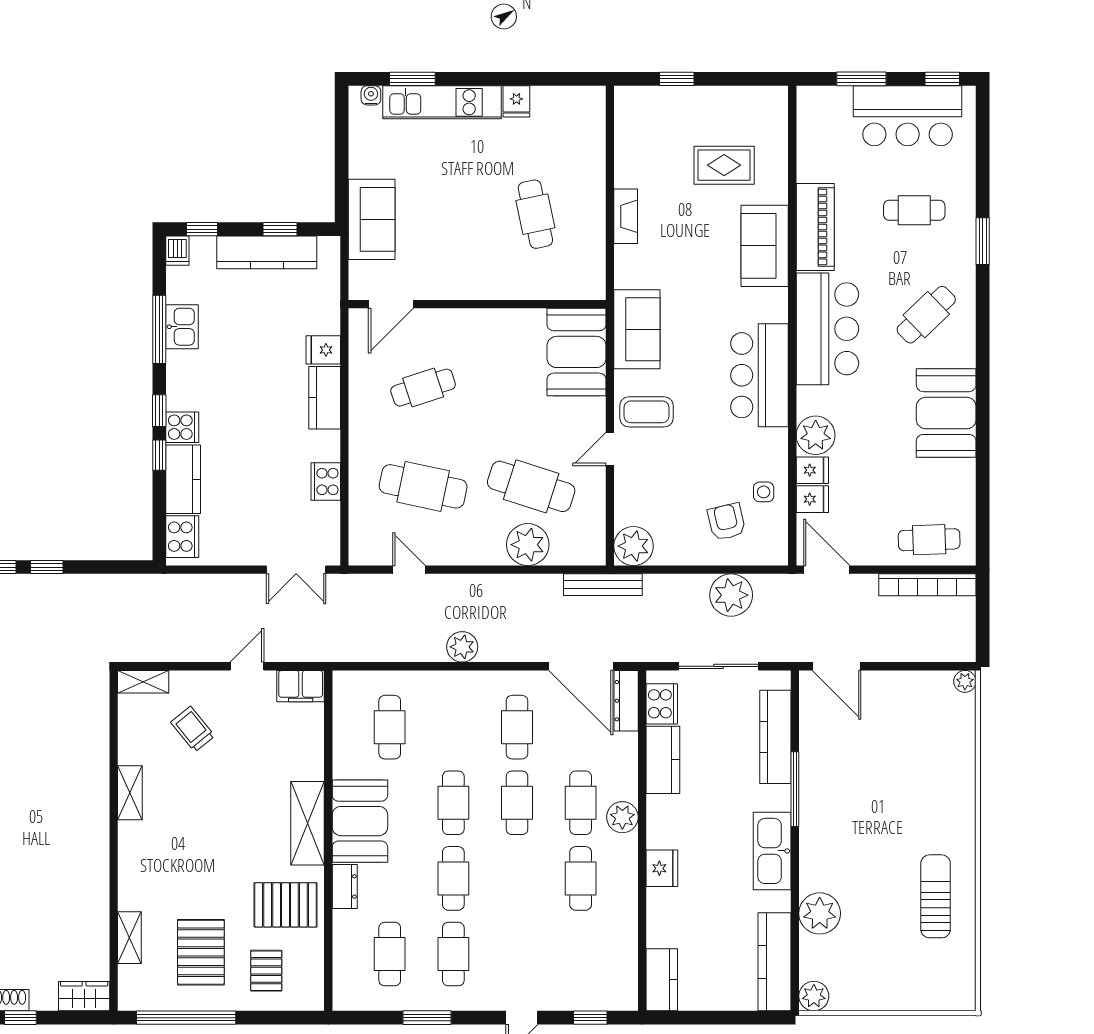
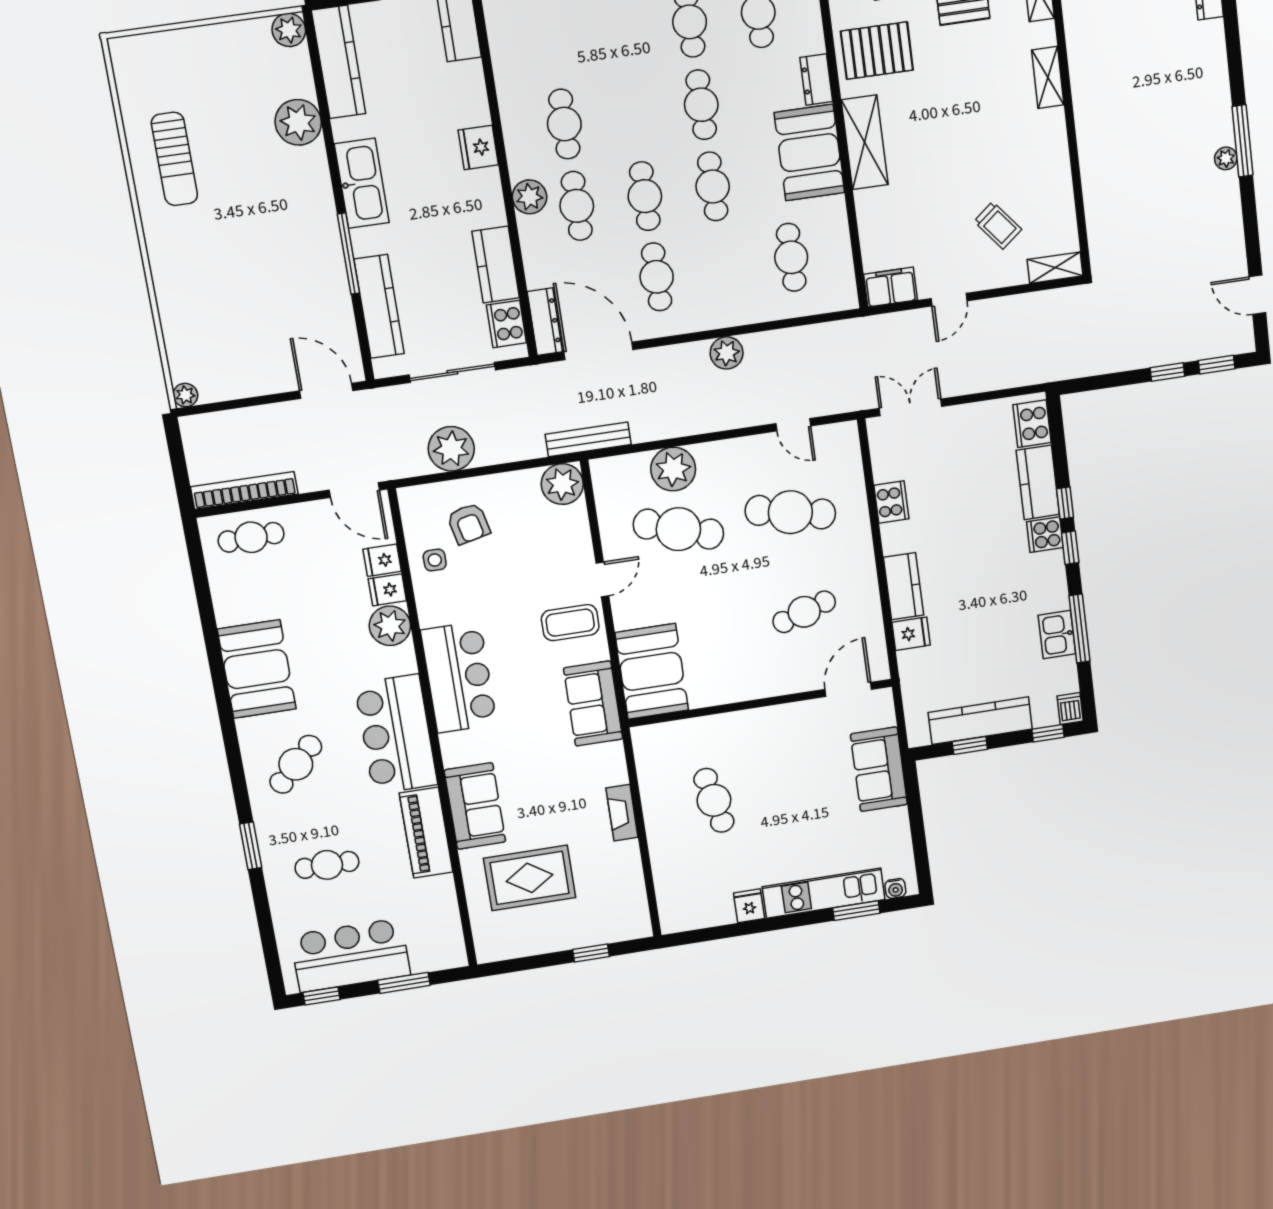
rug: (724, 165) -> (530, 878), width x1.36, depth x1.43
shelving: (130, 793) -> (1048, 77), moved

